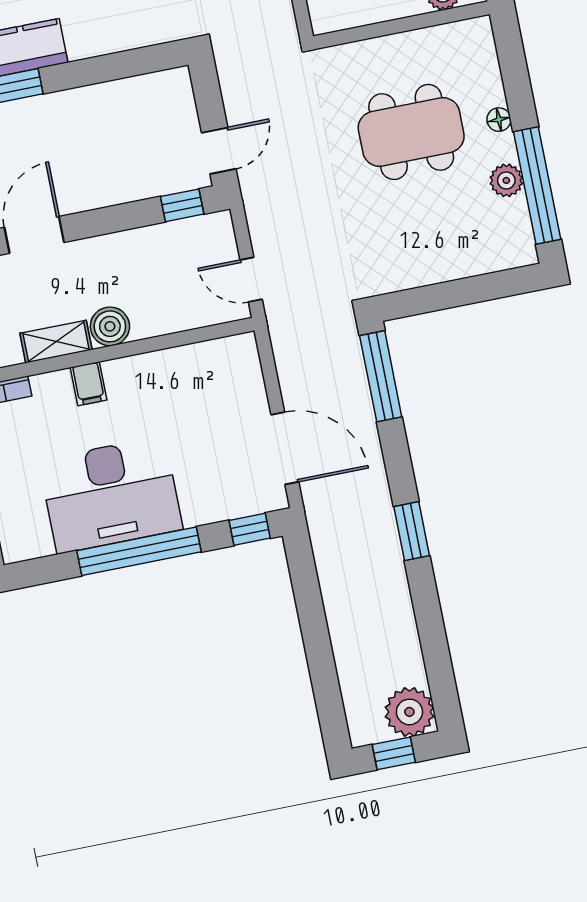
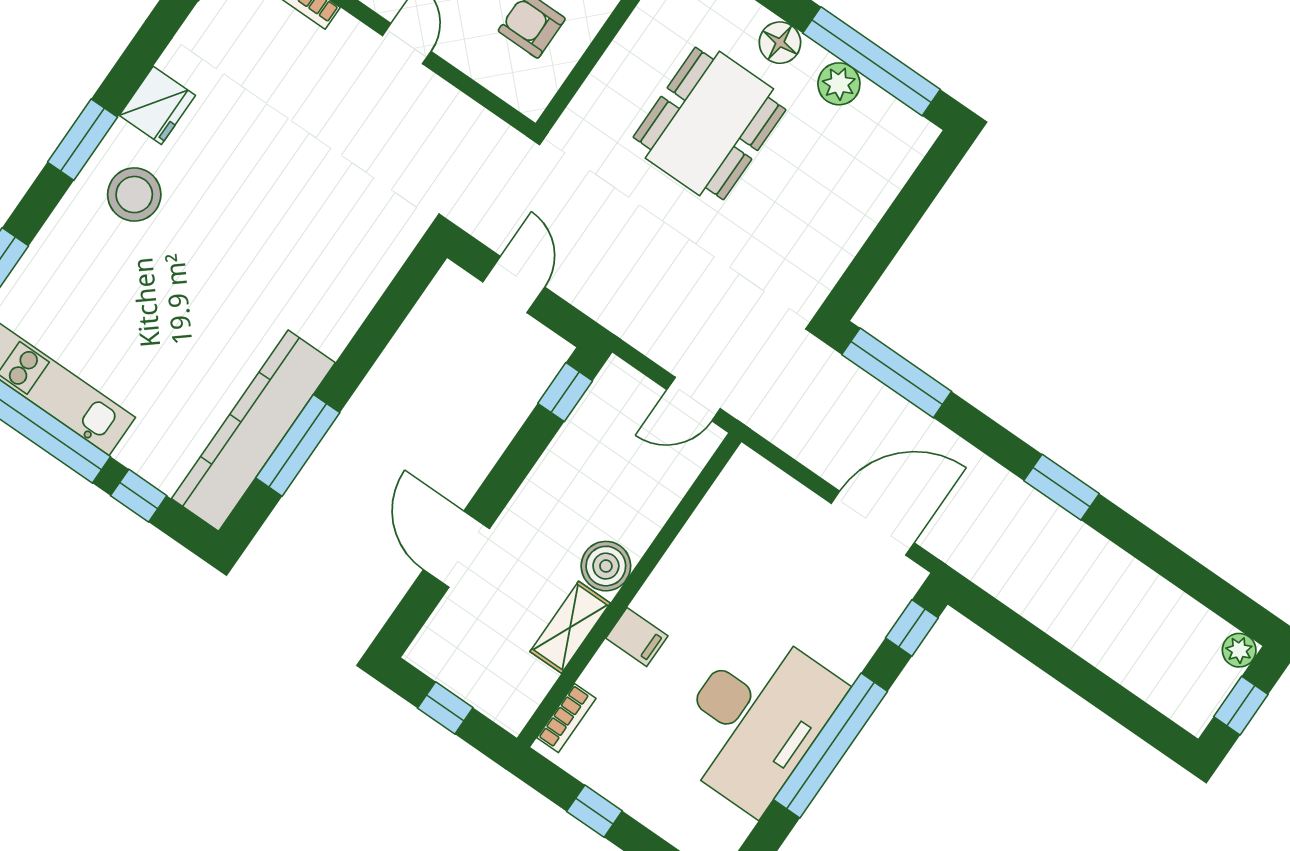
floor lamp: (499, 120) -> (780, 43), width x1.37, depth x1.37
door: (219, 151) -> (514, 284), moved
plant: (409, 712) -> (1239, 650), width x0.53, depth x0.53

